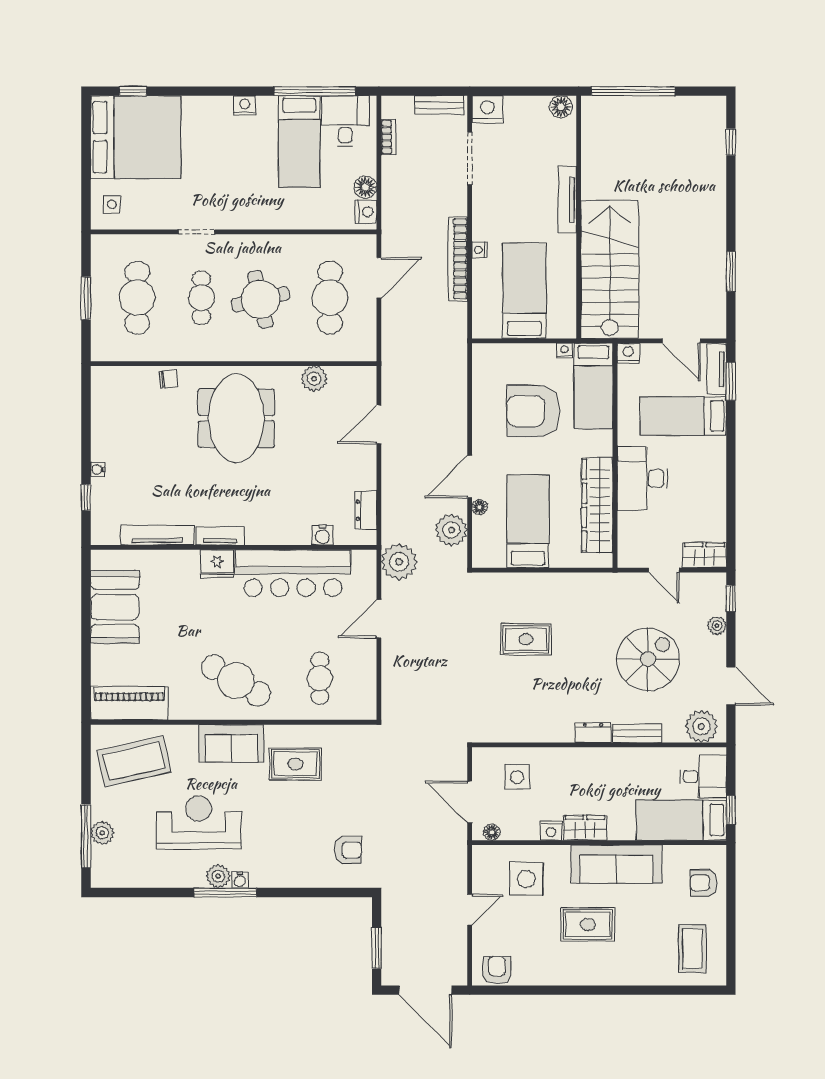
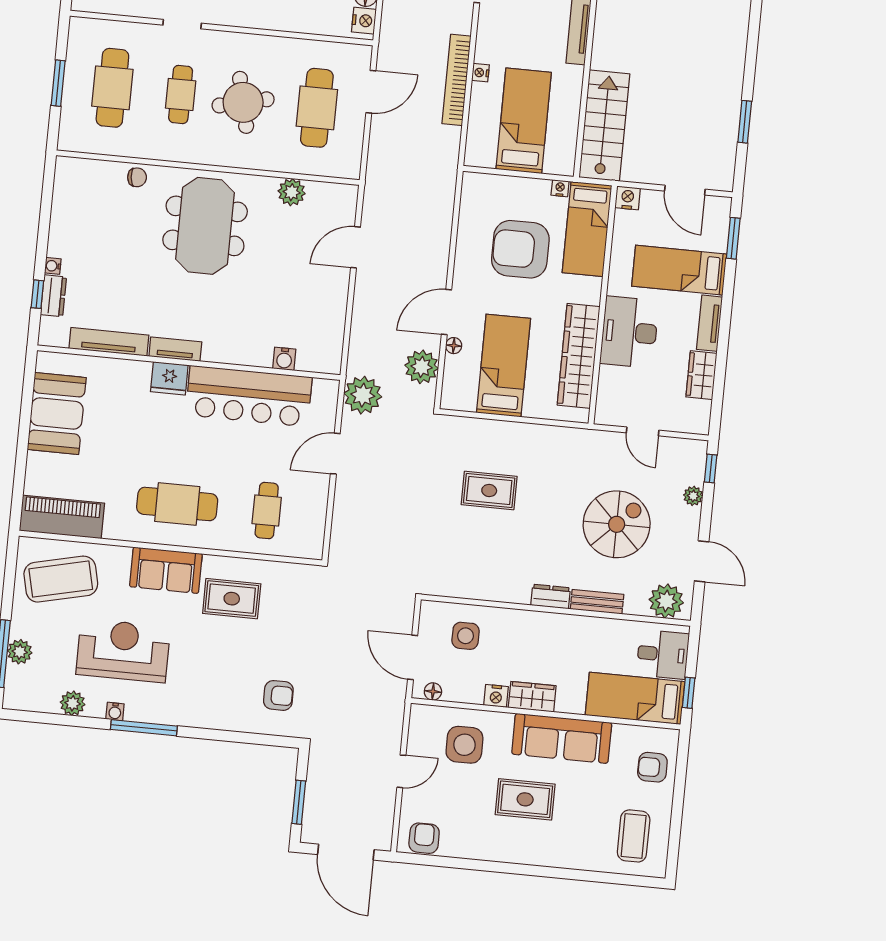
stairs: (610, 269) -> (604, 126), width x0.73, depth x0.66
tv unit: (716, 369) -> (710, 323), moved
dresser: (366, 510) -> (53, 296), moved, turned 180
wardrobe: (705, 555) -> (701, 375), moved, turned -90
cafe table: (236, 680) -> (177, 504), turned -31
plant: (218, 876) -> (73, 703), moved
water cooler: (240, 880) -> (115, 712), moved

